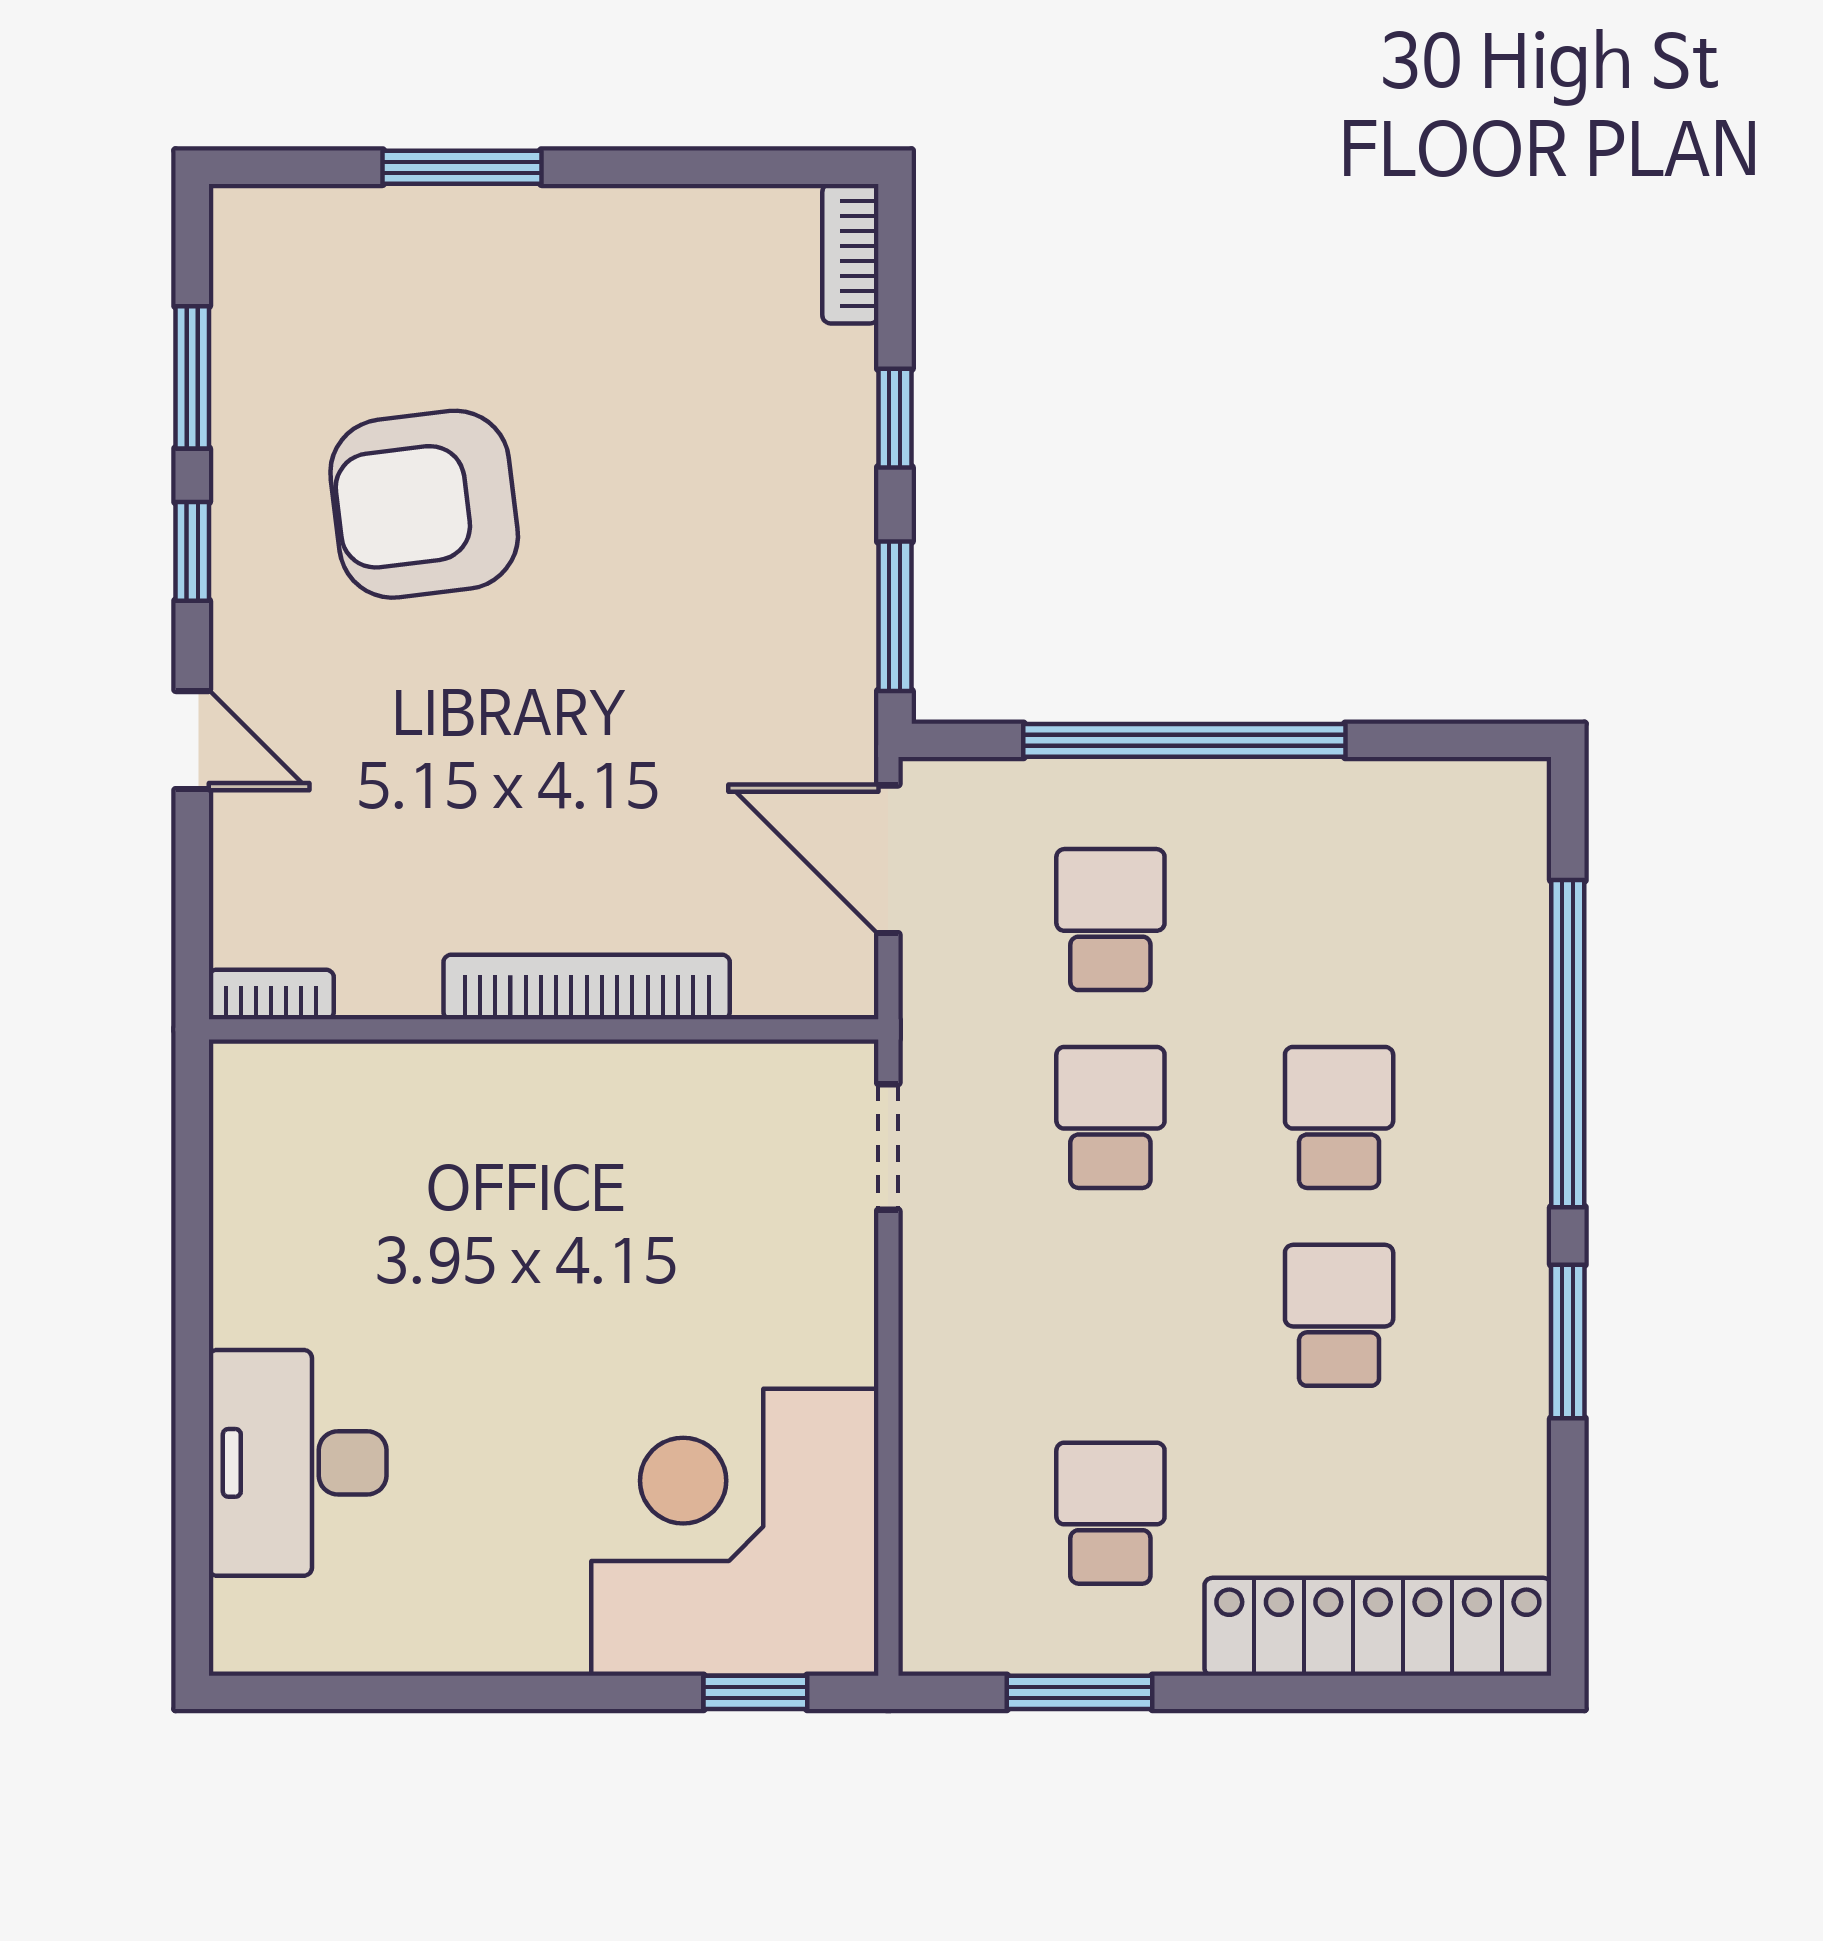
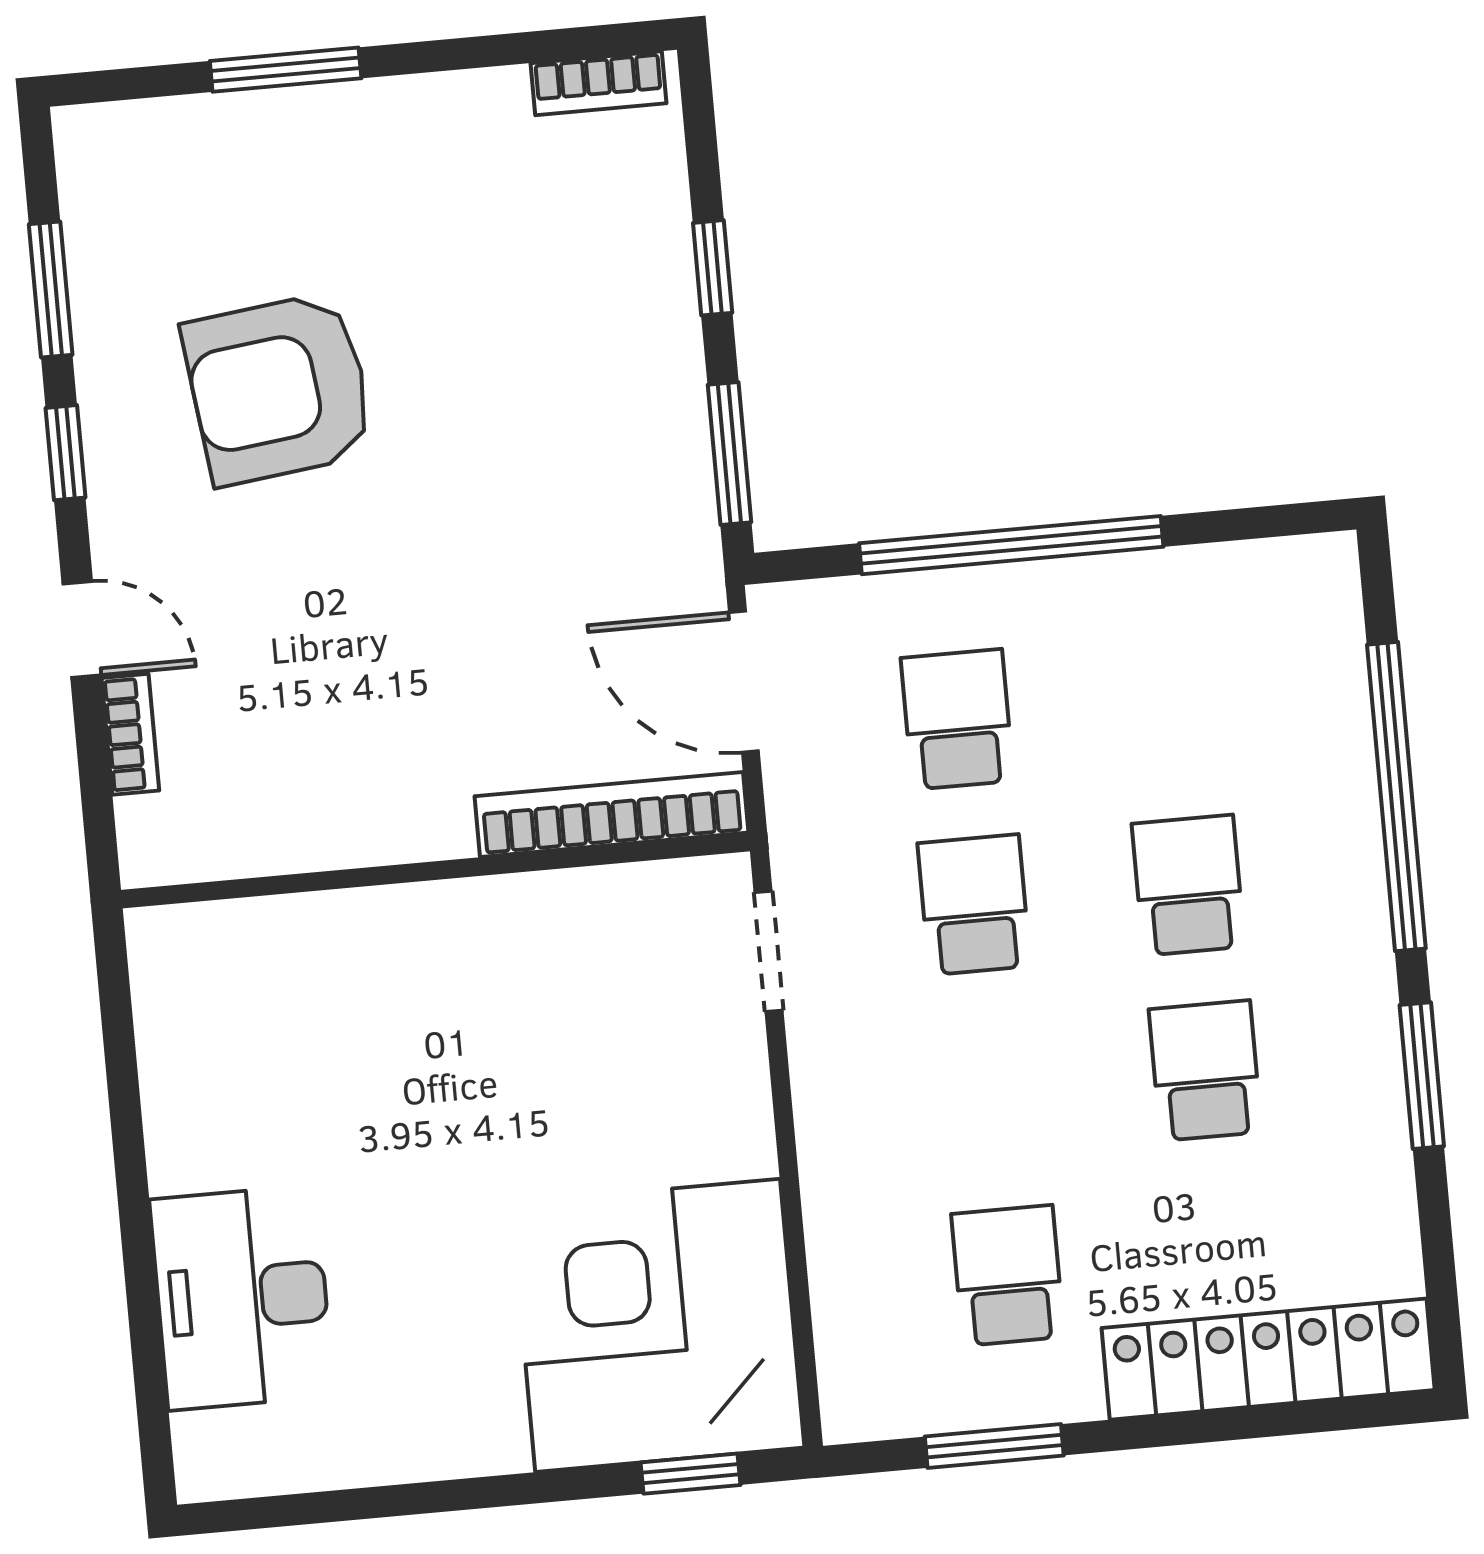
bookcase: (850, 254) -> (598, 83), moved, turned -90
bookcase: (587, 987) -> (611, 814), moved
bookcase: (271, 995) -> (130, 734), moved, turned 90

